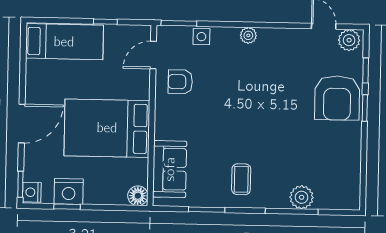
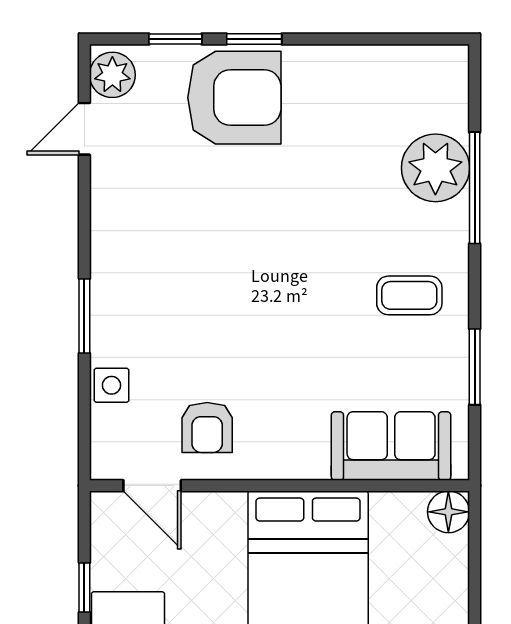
window: (179, 23) -> (84, 316), moved
plant: (248, 35) -> (107, 287), removed
plant: (302, 197) -> (435, 168), width x1.36, depth x1.36

